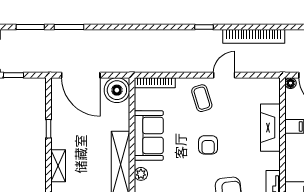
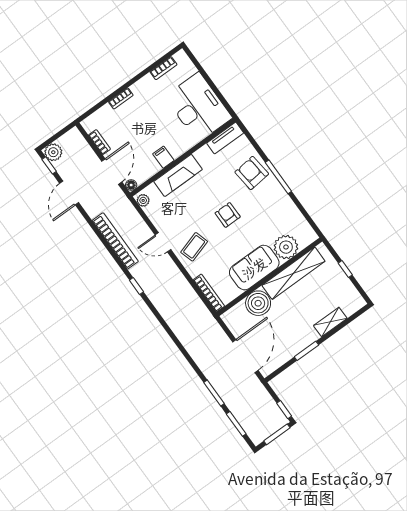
plant: (271, 84) -> (143, 200), added
boiler: (117, 90) -> (258, 303), moved
window: (49, 129) -> (306, 351), width x1.50
armchair: (208, 145) -> (228, 215), turned -90
plant: (141, 174) -> (286, 247), width x1.88, depth x1.88

